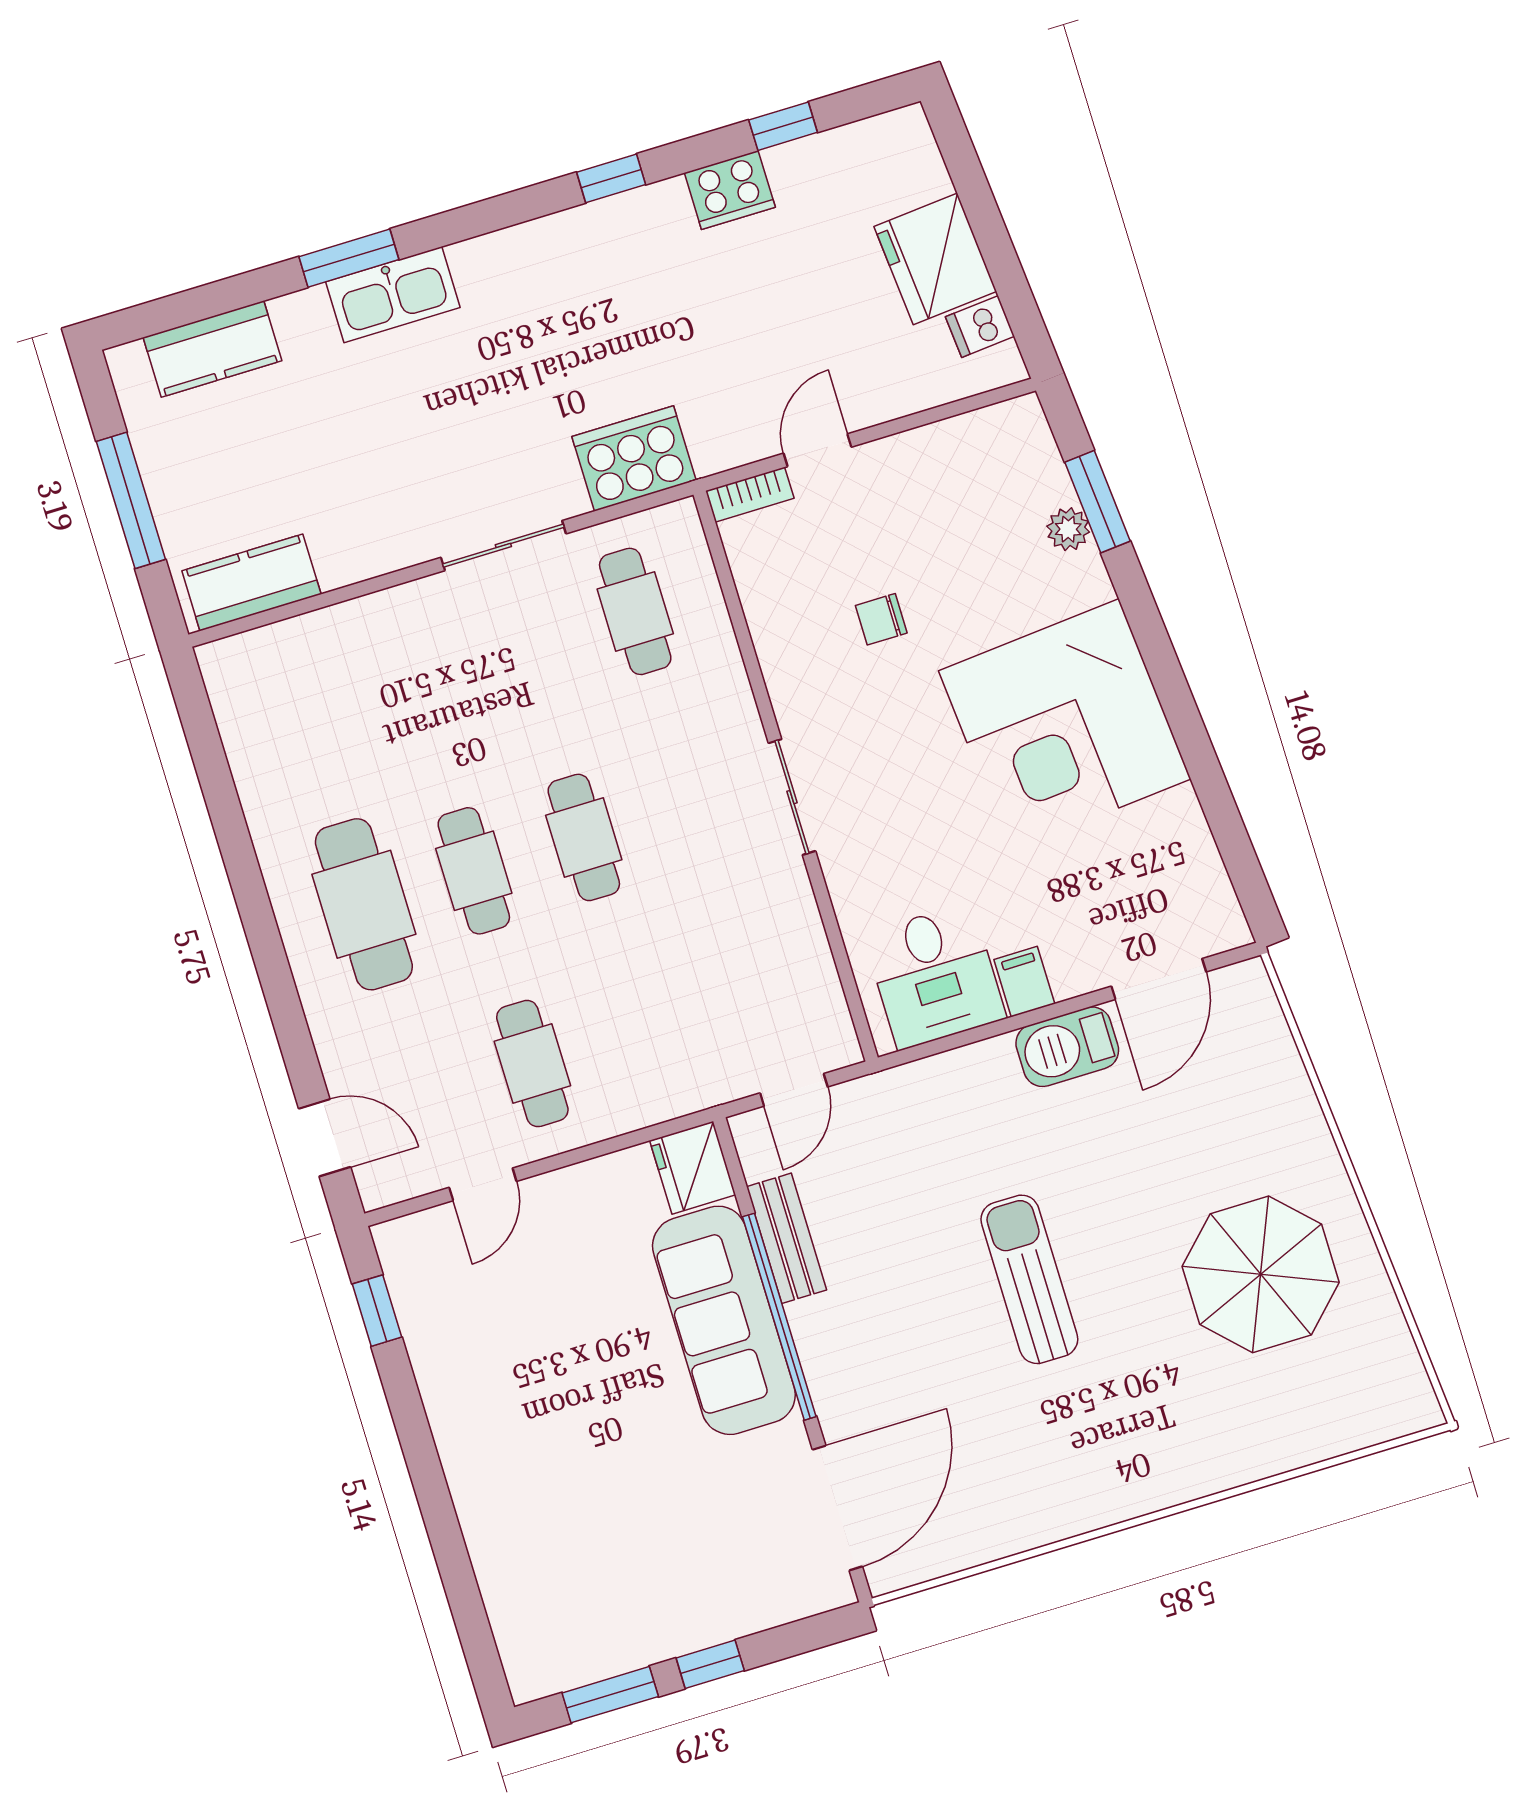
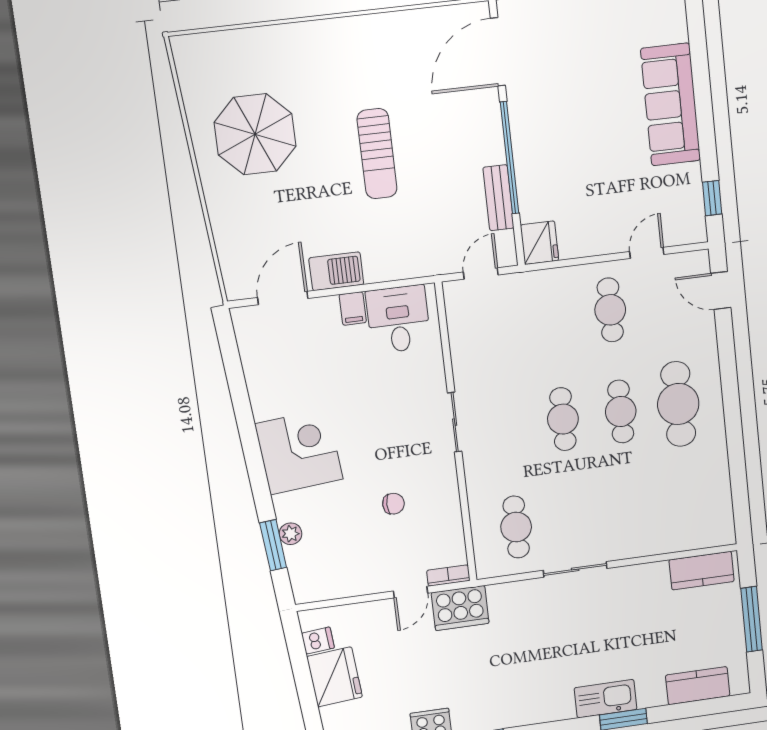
cooker: (634, 458) -> (460, 608), moved
corner desk: (1065, 725) -> (299, 452), width x0.74, depth x0.74
sofa: (724, 1320) -> (671, 105), moved, turned 180

